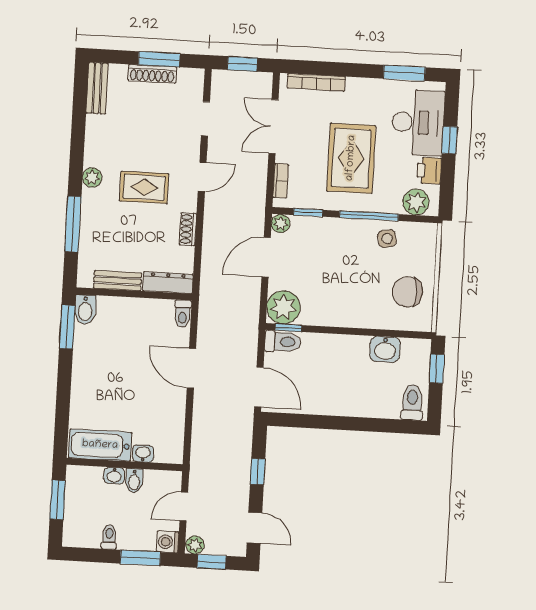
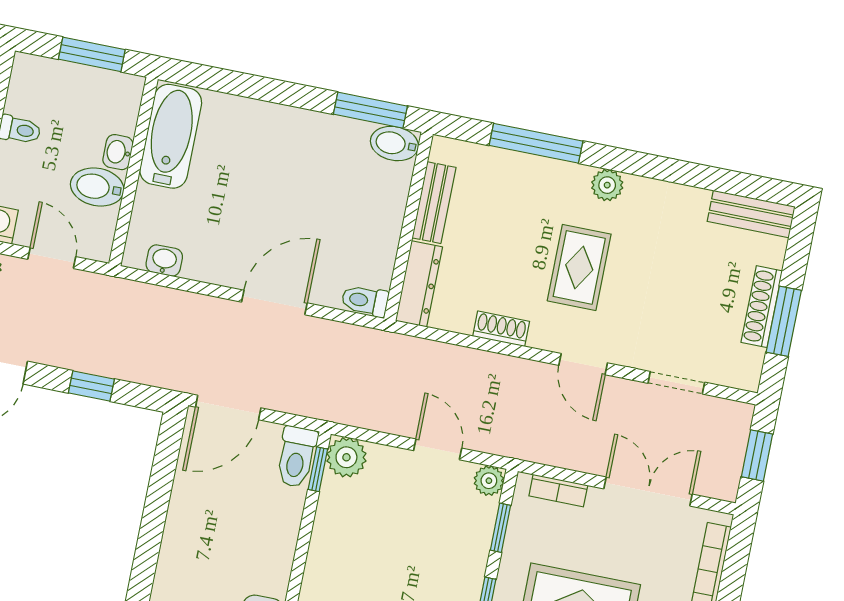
door: (266, 257) -> (438, 449), width x0.73
plant: (283, 307) -> (346, 457), width x0.73, depth x0.73
washbasin: (143, 454) -> (164, 260), moved, turned -90
bidet: (134, 481) -> (97, 187), width x1.38, depth x1.36

